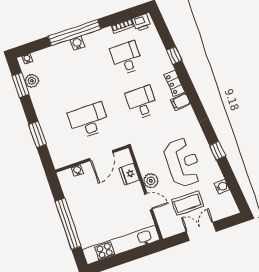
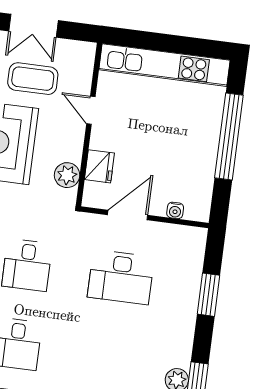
plant: (151, 181) -> (67, 175), moved

